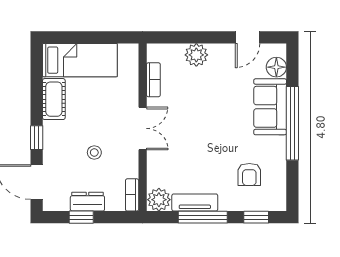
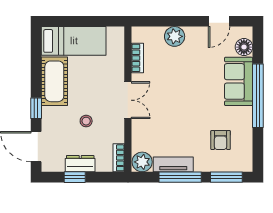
cot: (54, 99) -> (54, 81), width x1.37, depth x1.34
window: (256, 217) -> (226, 177), width x1.50

